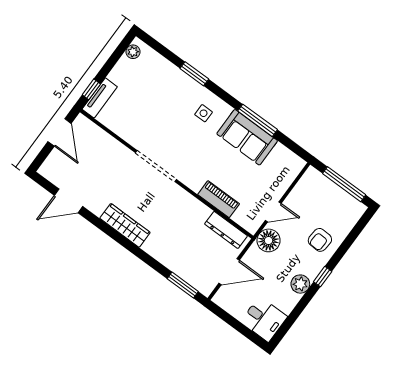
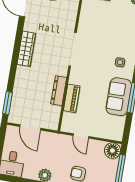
dresser: (226, 230) -> (59, 91), moved
floor lamp: (269, 240) -> (112, 151), moved

